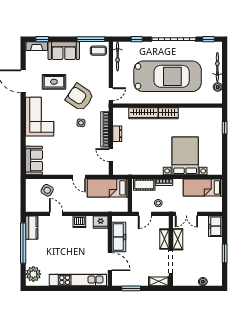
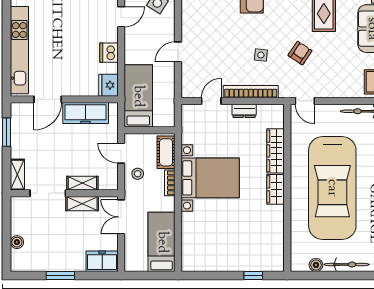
armchair: (80, 97) -> (300, 53), width x0.53, depth x0.53
bed with nightstands: (185, 156) -> (210, 178), moved
bed: (108, 188) -> (138, 96), moved

